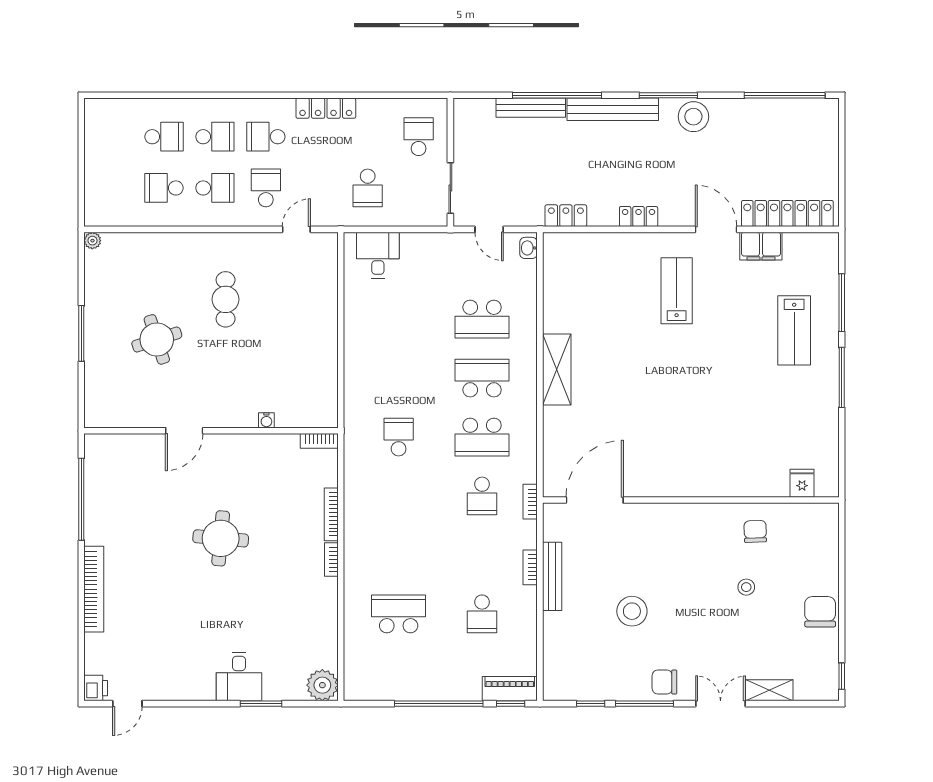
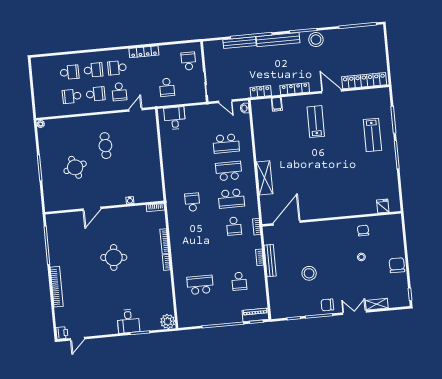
school desk: (266, 188) -> (119, 92), turned 180
locker: (639, 217) -> (295, 89), width x1.53
filing cabinet: (761, 246) -> (277, 104), moved, width x0.50
shelving: (557, 370) -> (265, 178), moved

